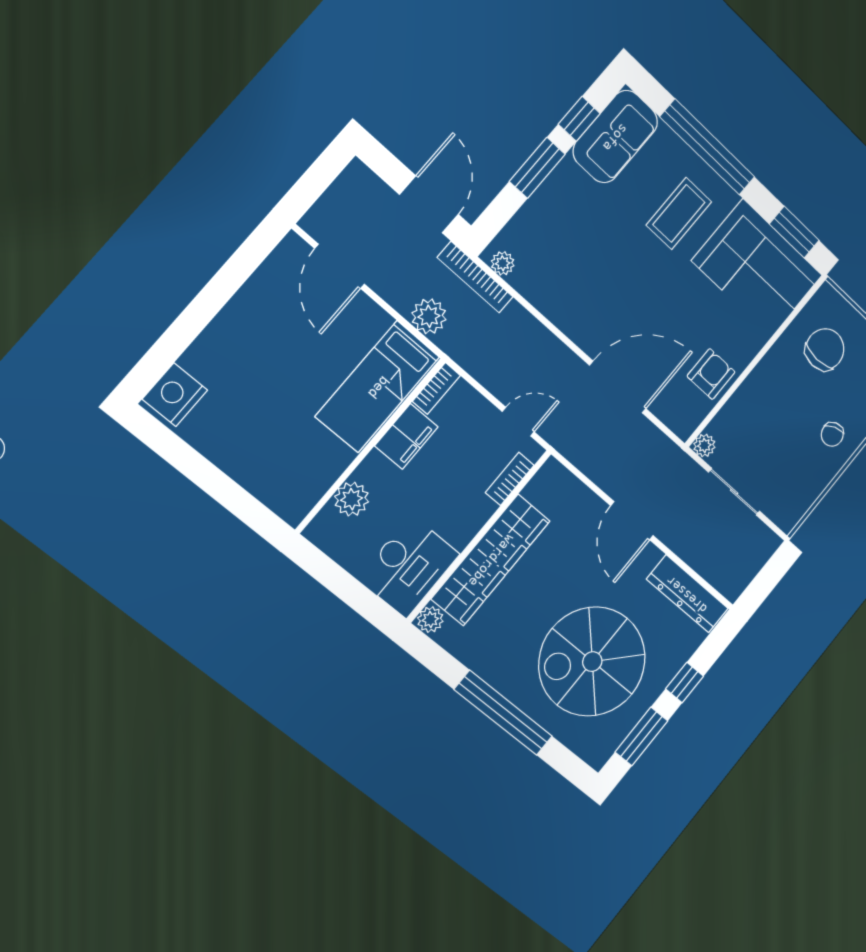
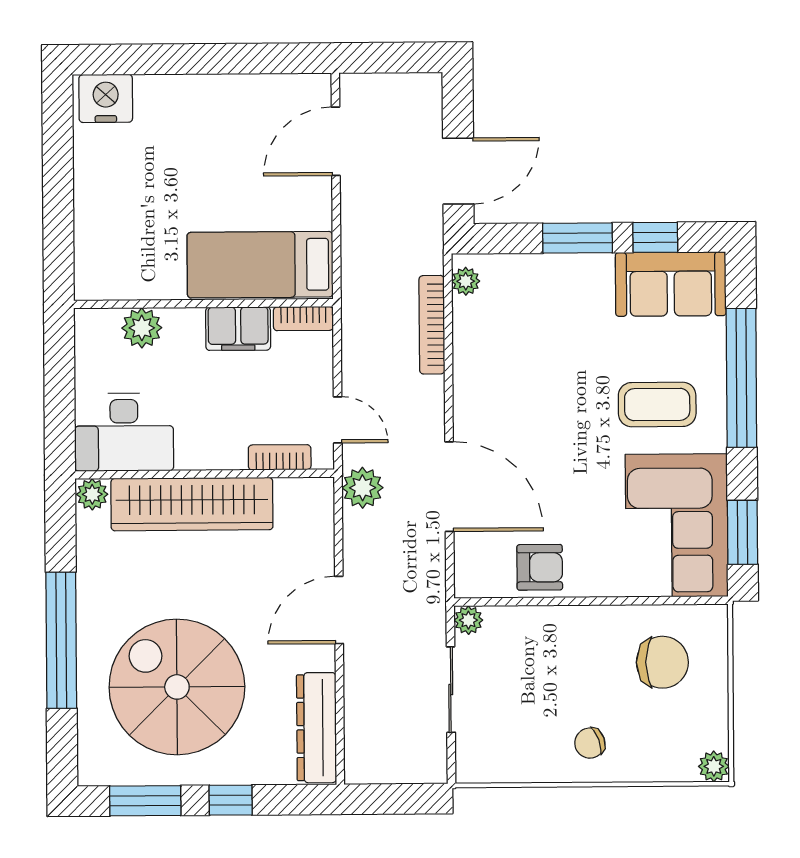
bookcase: (475, 277) -> (432, 325), moved
plant: (429, 316) -> (363, 488), moved

